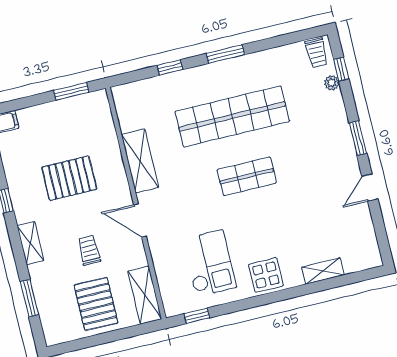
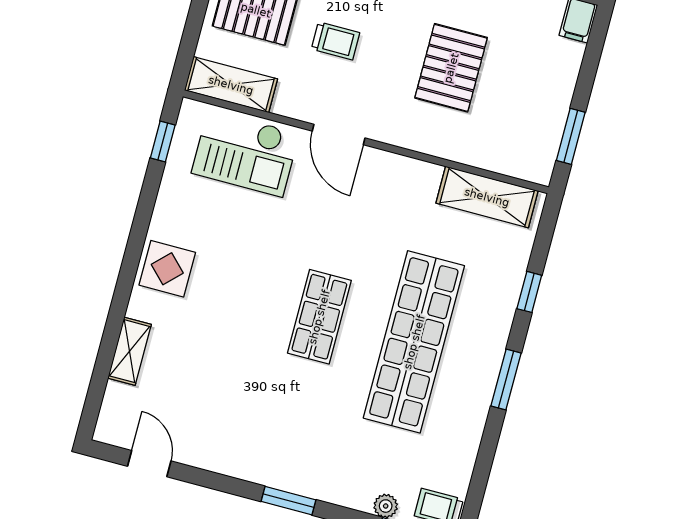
shelving: (140, 161) -> (487, 197), moved
door: (370, 188) -> (149, 464), moved
door: (140, 220) -> (339, 135), swing flipped
checkout: (209, 263) -> (245, 153), moved

